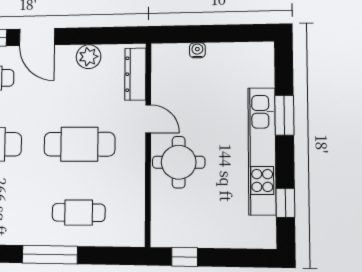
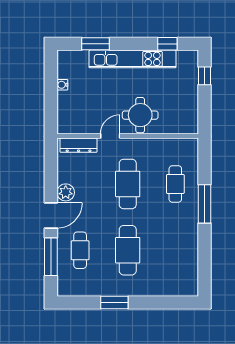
water cooler: (197, 50) -> (62, 85), moved
plant: (89, 57) -> (66, 192), moved
window: (284, 115) -> (96, 44), moved
window: (185, 257) -> (205, 76), moved

